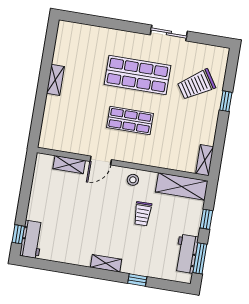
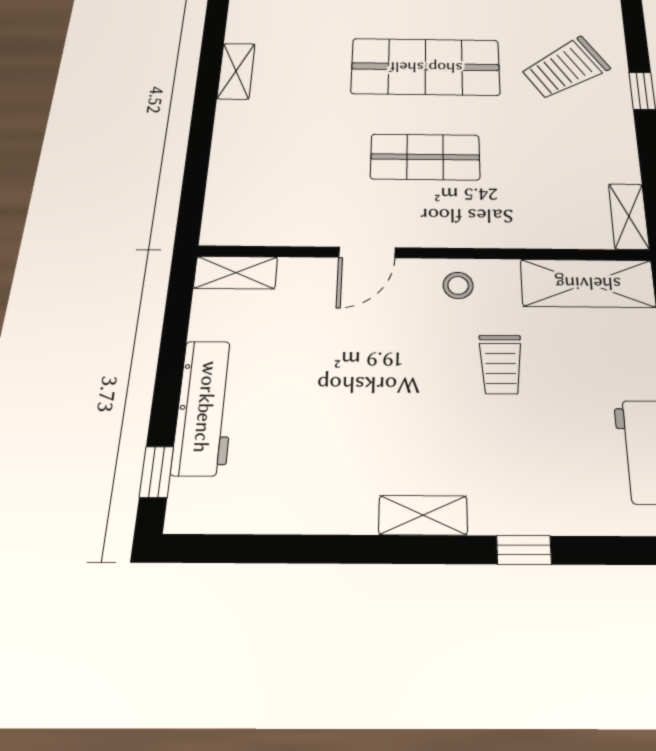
shelving: (55, 80) -> (236, 71), moved
shelving: (69, 165) -> (236, 273), moved
workbench: (32, 239) -> (205, 407), moved, width x1.38

